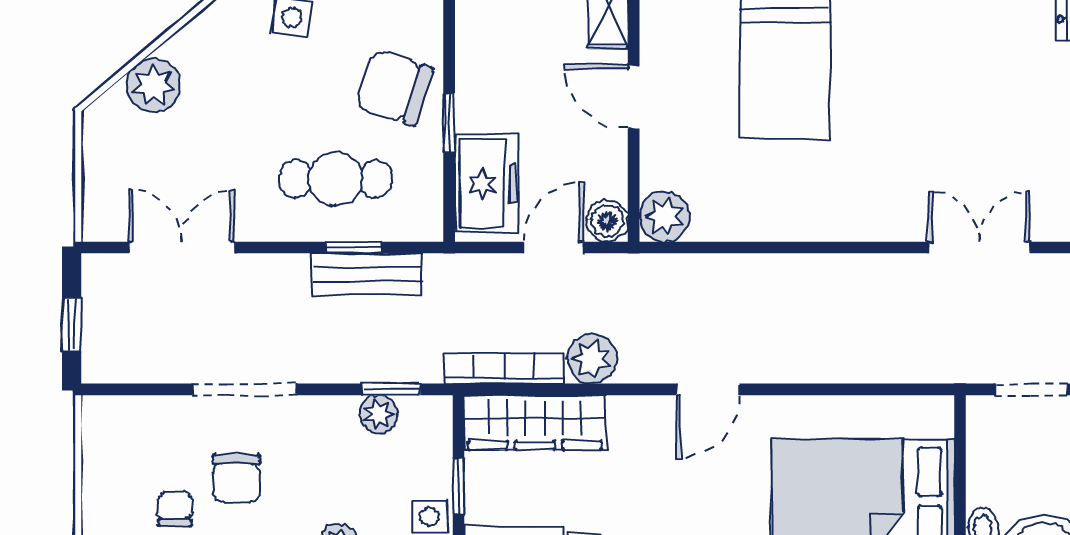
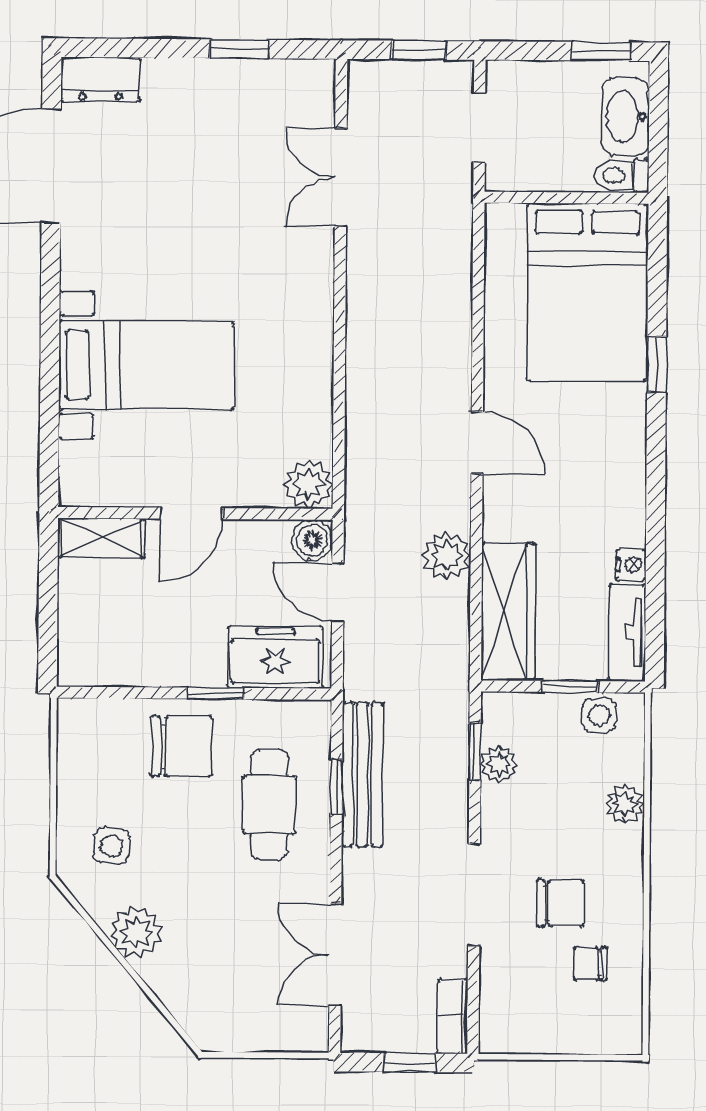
plant: (153, 85) -> (136, 932), moved
chair: (394, 88) -> (181, 746), turned -108
bench: (367, 274) -> (362, 775), width x1.36
bookcase: (504, 368) -> (453, 1017), moved, width x0.64

